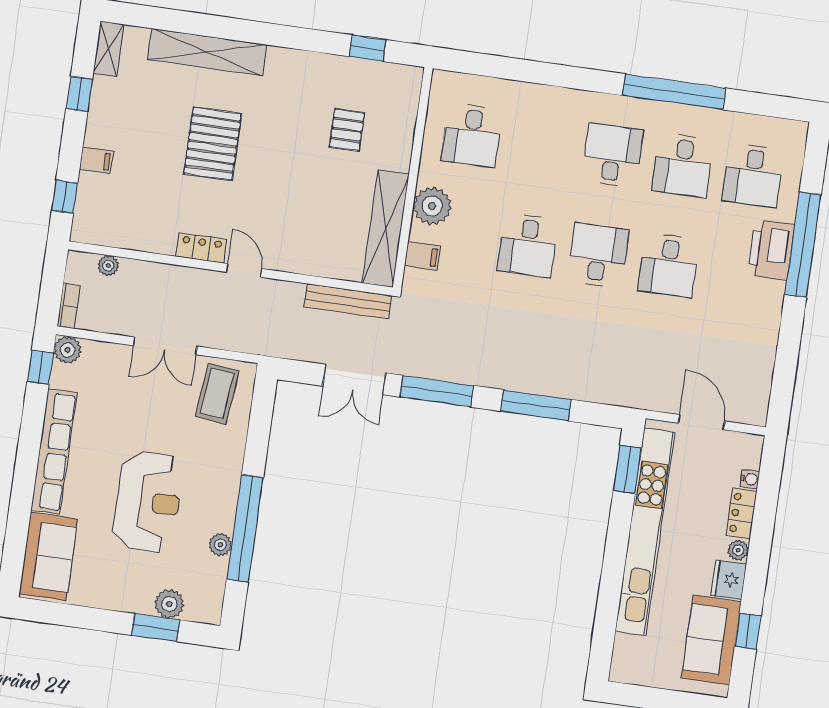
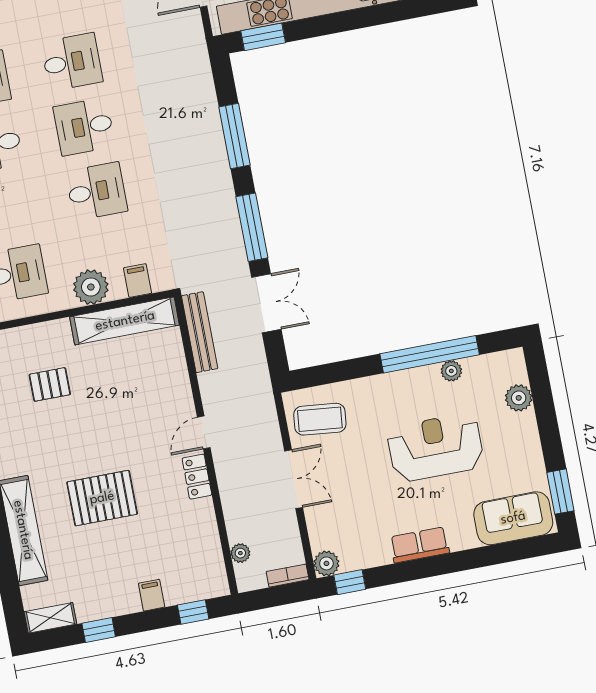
row of seats: (54, 451) -> (420, 545), width x0.50
window: (156, 628) -> (560, 492), moved

